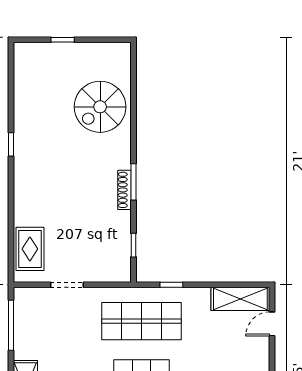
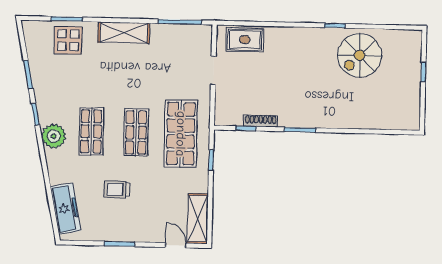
spiral stairs: (100, 107) -> (360, 55), moved, turned -90
shoe rack: (125, 190) -> (261, 121), moved

